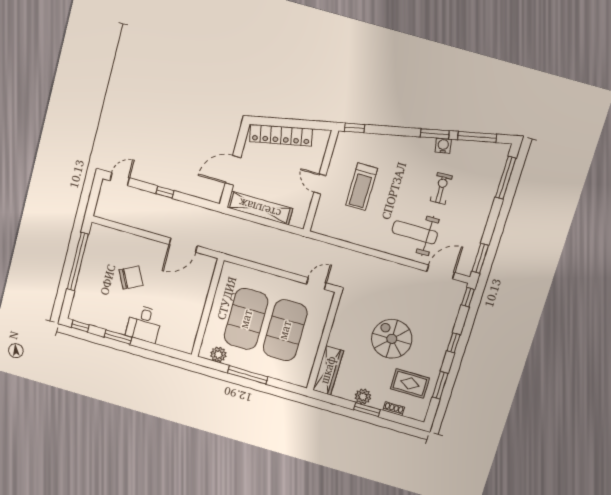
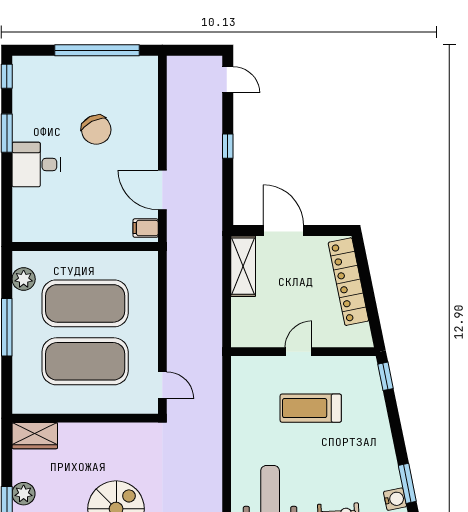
shelving: (260, 208) -> (243, 266), width x0.68
filing cabinet: (206, 264) -> (146, 228), added
wardrobe: (328, 370) -> (35, 436), width x0.67

